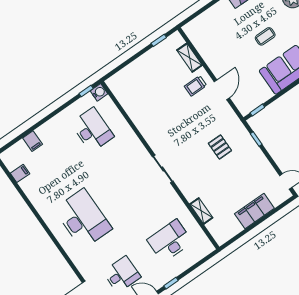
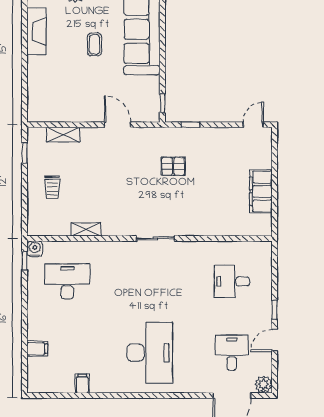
trolley: (195, 86) -> (52, 187), moved
filing cabinet: (20, 173) -> (82, 384), moved
shelving: (201, 211) -> (86, 229), moved
filing cabinet: (254, 211) -> (261, 191), moved
desk: (83, 219) -> (150, 353), turned 90
desk: (170, 241) -> (232, 281), width x0.73

